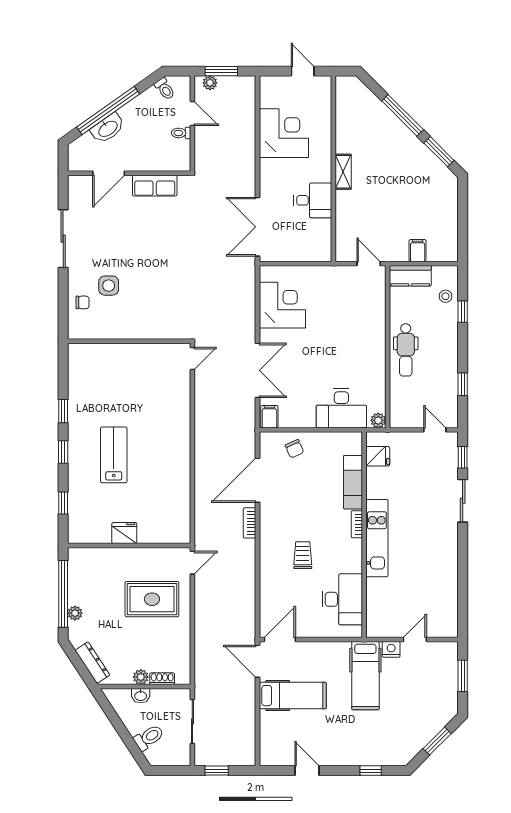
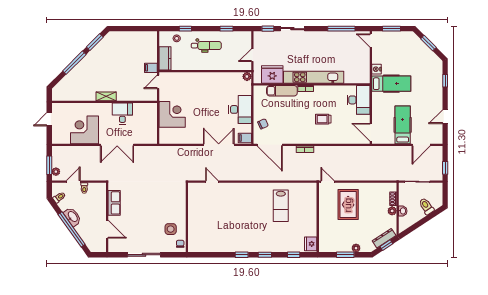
washbasin: (108, 128) -> (73, 217), moved
double door: (257, 227) -> (117, 145), moved
filing cabinet: (418, 251) -> (151, 68), moved
corner desk: (282, 305) -> (172, 114), moved, turned 90
wall: (129, 341) -> (187, 217), moved
dental chair: (406, 350) -> (206, 46), moved
desk: (341, 408) -> (240, 109), moved
door: (435, 430) -> (252, 55), moved
lab bench: (114, 455) -> (281, 206), moved, turned -90
fridge: (378, 456) -> (272, 74), width x1.88, depth x1.34
door: (257, 480) -> (270, 145), moved
fridge: (124, 533) -> (311, 244), moved
kitchen unit: (377, 538) -> (314, 77), width x1.36
window: (463, 587) -> (341, 29), added
window: (63, 594) -> (345, 255), width x0.47
desk: (342, 599) -> (359, 100), moved, turned 90
door: (415, 639) -> (371, 41), moved
door: (257, 661) -> (421, 145), moved
window: (80, 667) -> (386, 245), added

